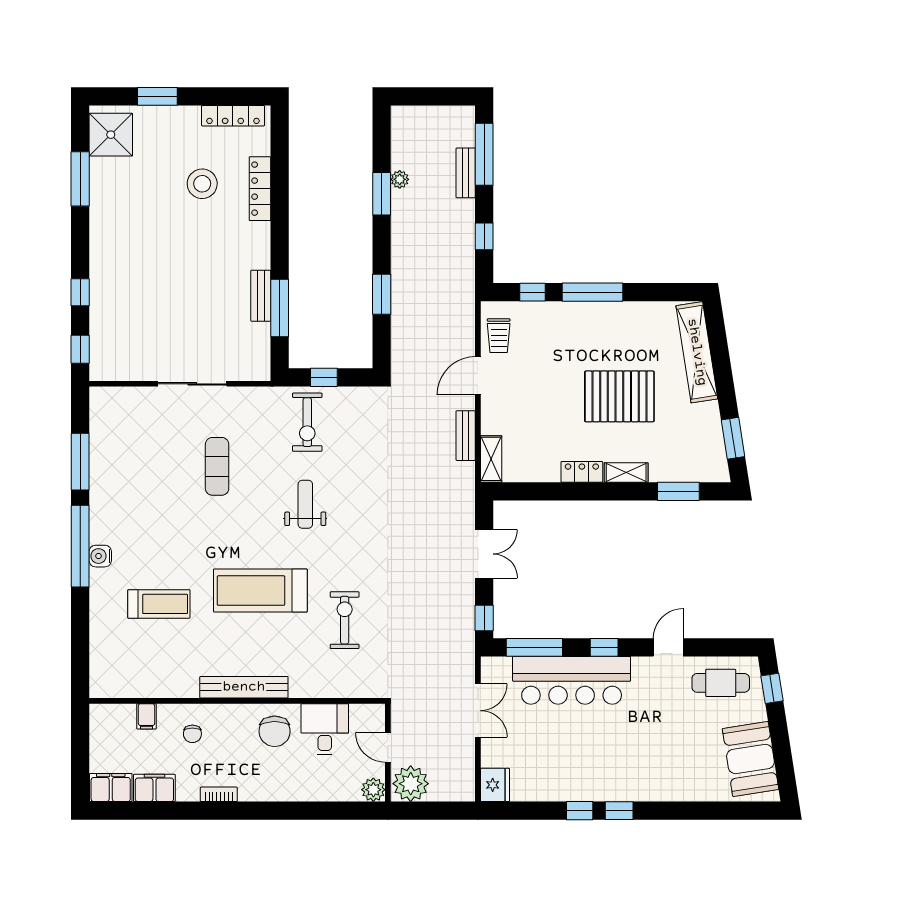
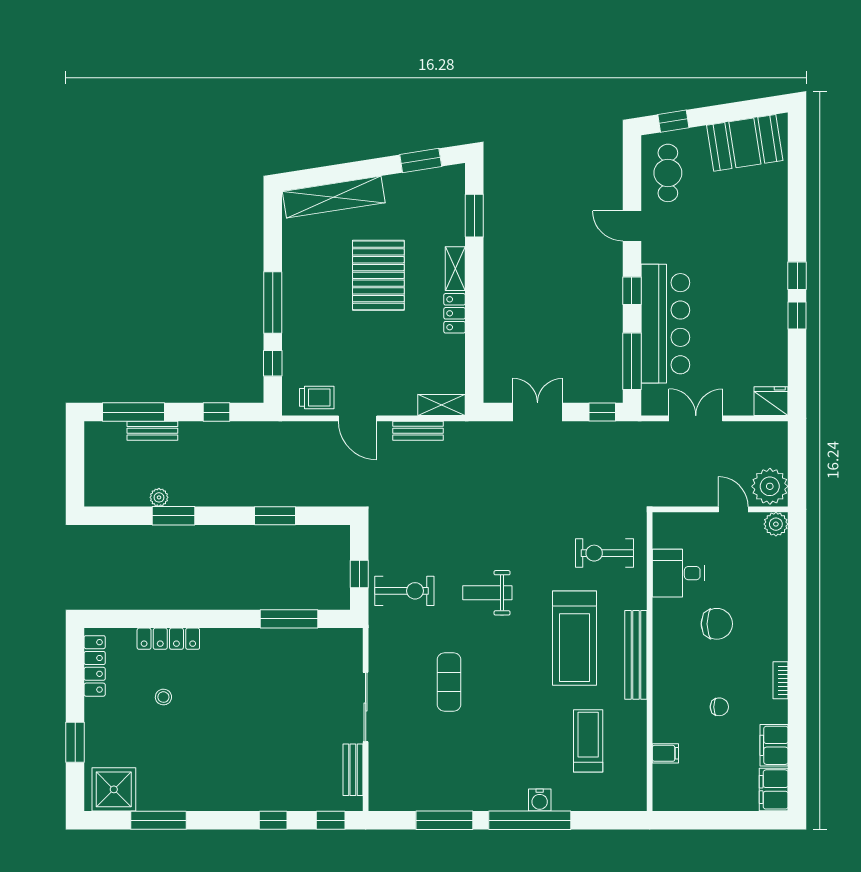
stool: (202, 184) -> (163, 697), width x0.53, depth x0.53
bench: (261, 296) -> (353, 770), moved, turned 90
exercise mat: (217, 466) -> (449, 682), turned 90
bench: (244, 687) -> (636, 655), moved
wall: (237, 701) -> (650, 662), moved
filing cabinet: (146, 716) -> (665, 753), moved
desk: (325, 729) -> (678, 573), moved
door: (388, 748) -> (733, 509), swing flipped

